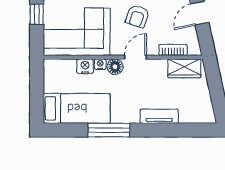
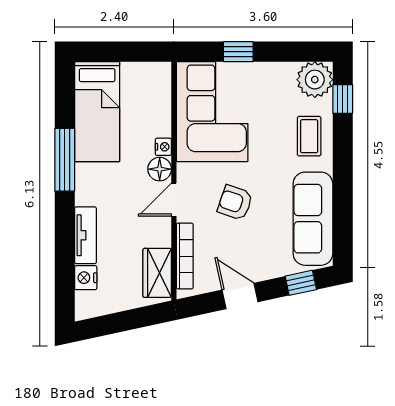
bookcase: (173, 50) -> (185, 256), width x1.56
door: (135, 57) -> (174, 200), swing flipped
nightstand: (85, 66) -> (86, 278), moved, turned 180

